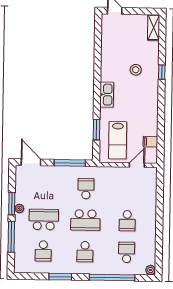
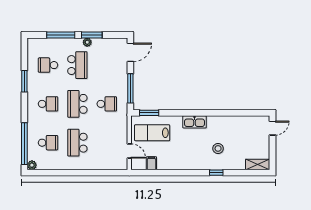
window: (97, 130) -> (149, 113), moved
school desk: (127, 221) -> (77, 143), width x1.85
school desk: (85, 252) -> (48, 104), turned 180
window: (112, 278) -> (24, 144), moved

